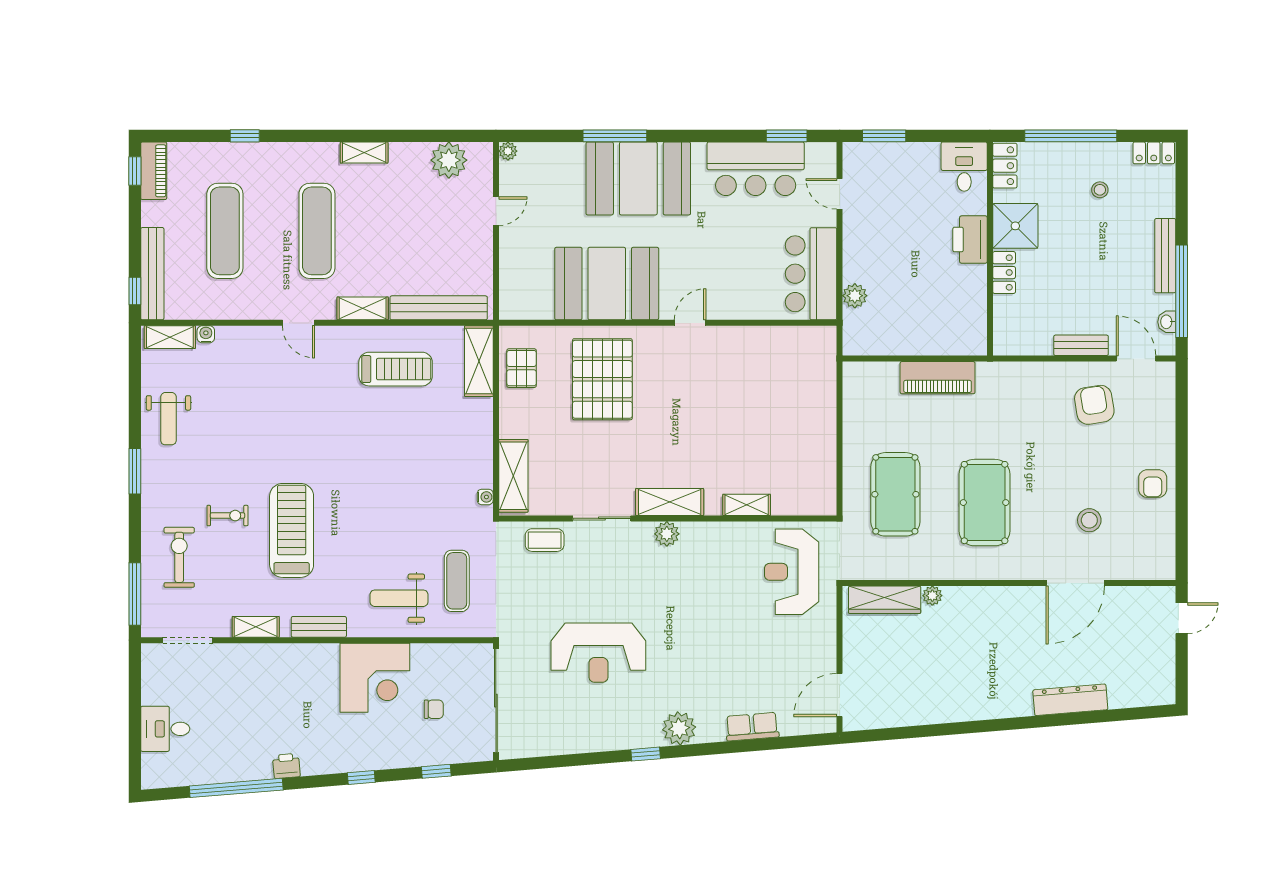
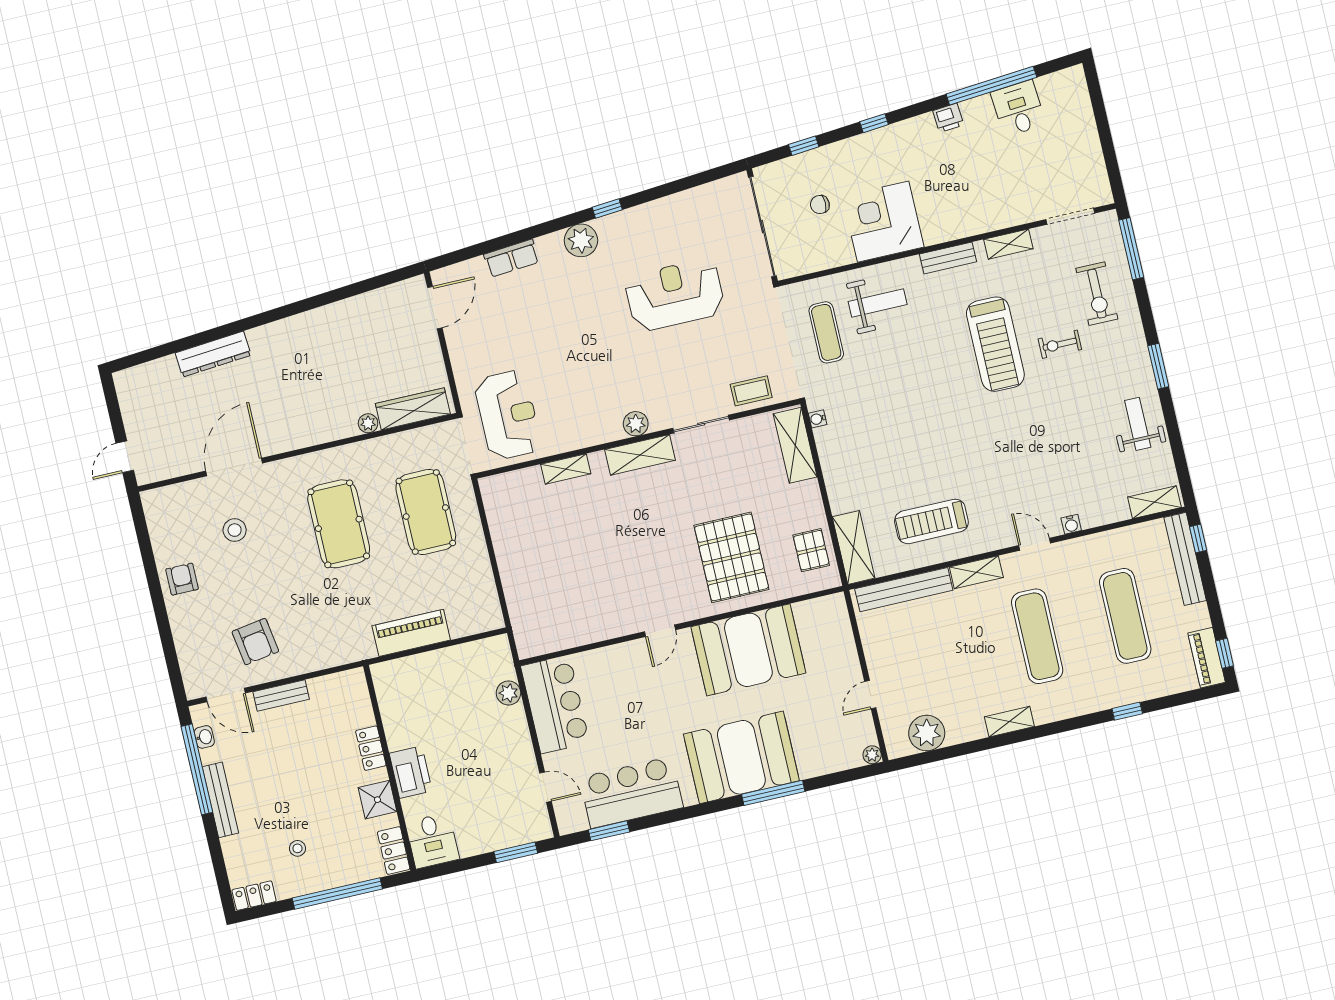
shower: (1015, 226) -> (377, 800), width x0.73, depth x0.73
water cooler: (206, 334) -> (1071, 524), moved
desk: (165, 729) -> (1018, 108), moved, turned -95

